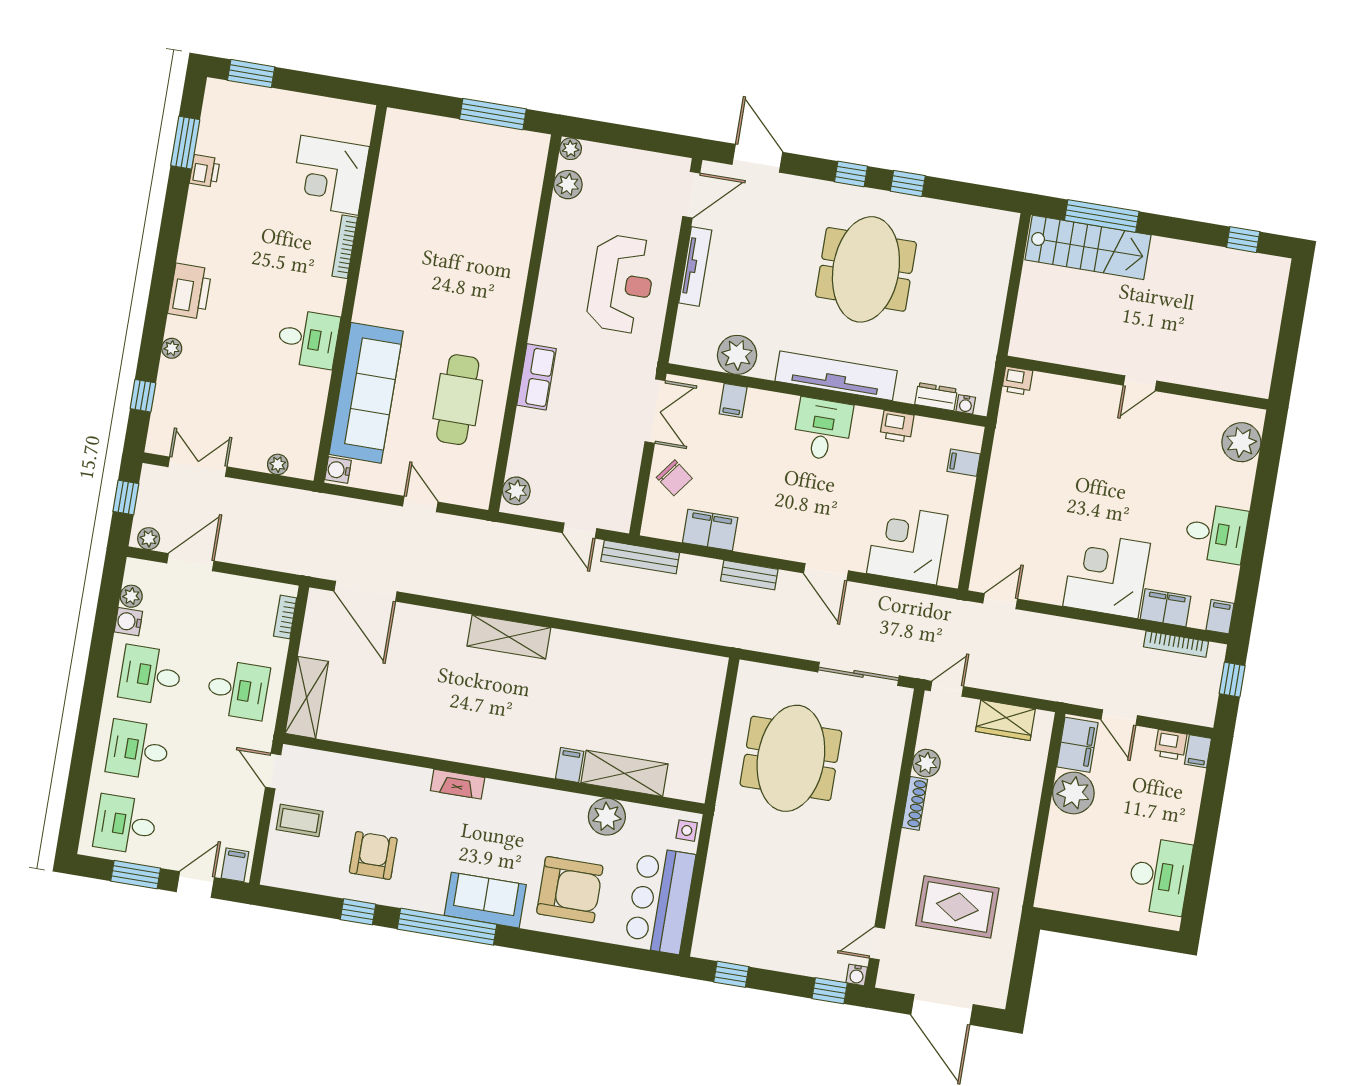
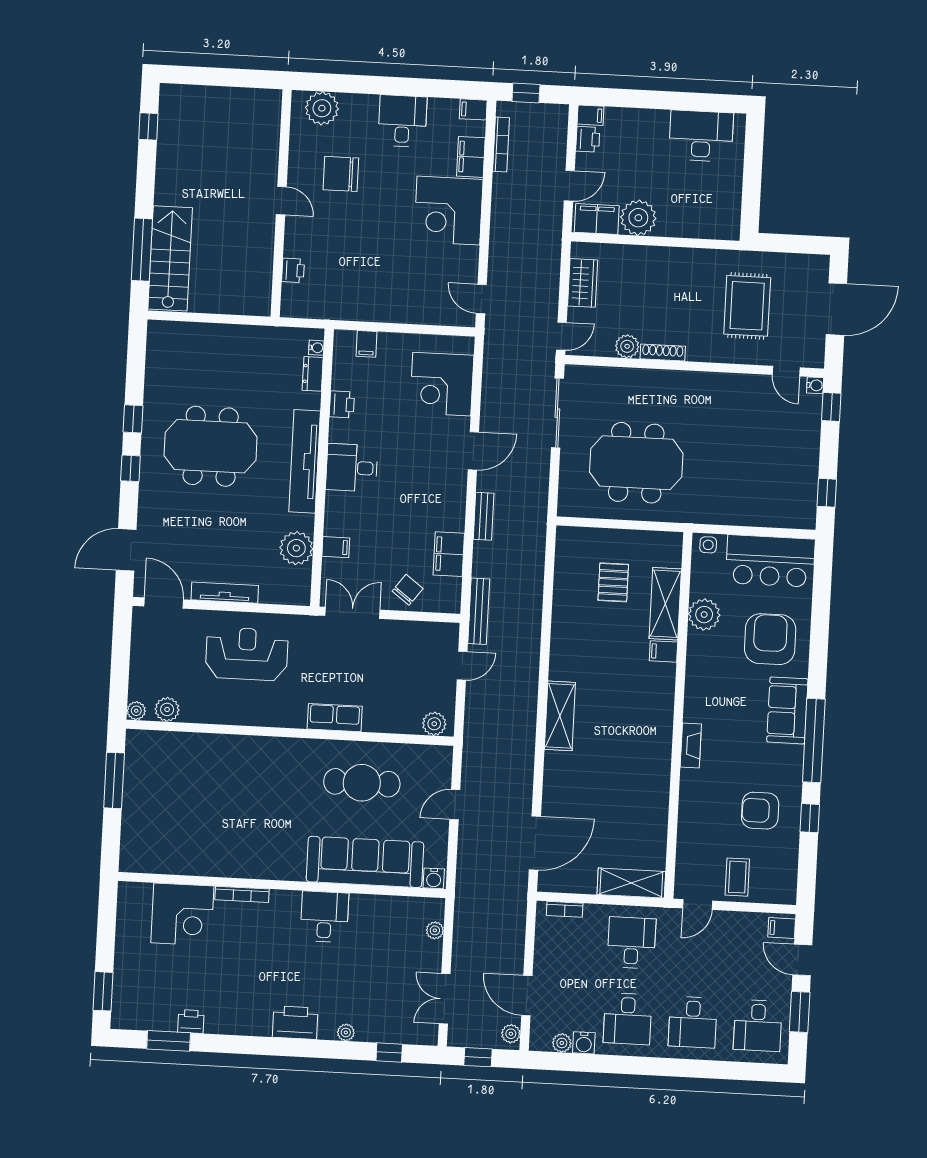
printer: (1017, 381) -> (293, 270), moved
chair: (1163, 455) -> (341, 174), added
door: (947, 689) -> (561, 336), swing flipped
pallet: (656, 716) -> (613, 582), added

